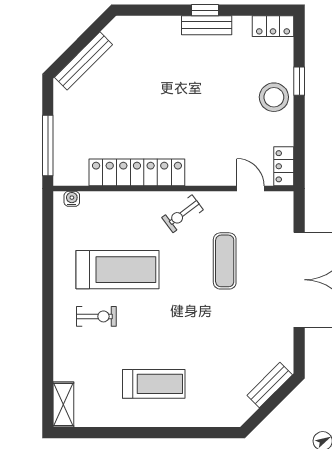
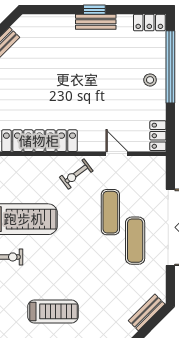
window: (299, 81) -> (170, 67), width x3.17
stool: (274, 97) -> (150, 80), width x0.53, depth x0.53
door: (250, 189) -> (117, 154), moved
exercise mat: (255, 296) -> (135, 241), added

